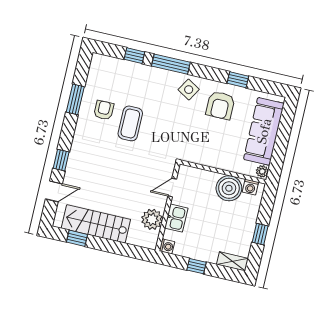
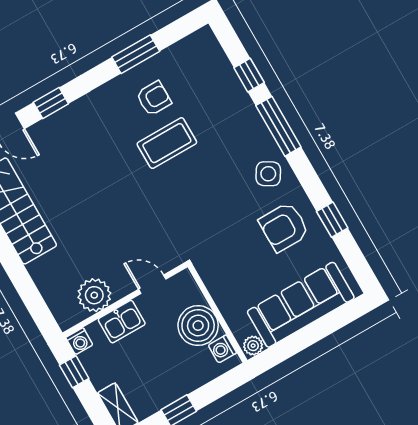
door: (172, 188) -> (152, 284), moved
wall: (168, 207) -> (125, 300), moved
kitchen sink: (176, 218) -> (122, 322), moved
plant: (152, 219) -> (94, 295), moved
washing machine: (167, 246) -> (79, 341), moved

